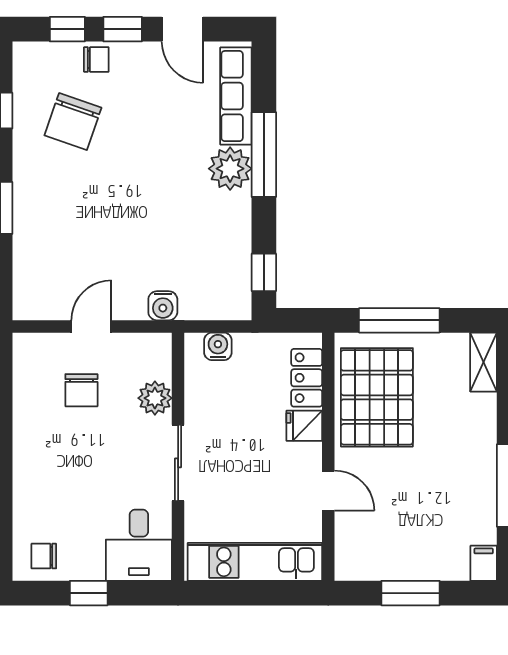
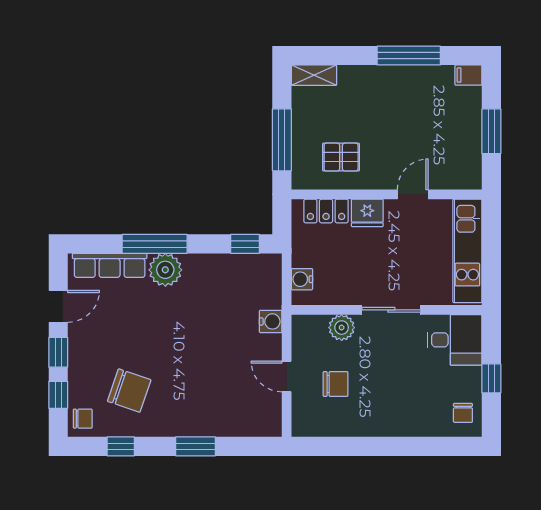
chair: (96, 59) -> (83, 419), moved, turned 90
pallet: (377, 397) -> (341, 157), width x0.49, depth x0.50
fridge: (304, 426) -> (367, 213), width x1.38

